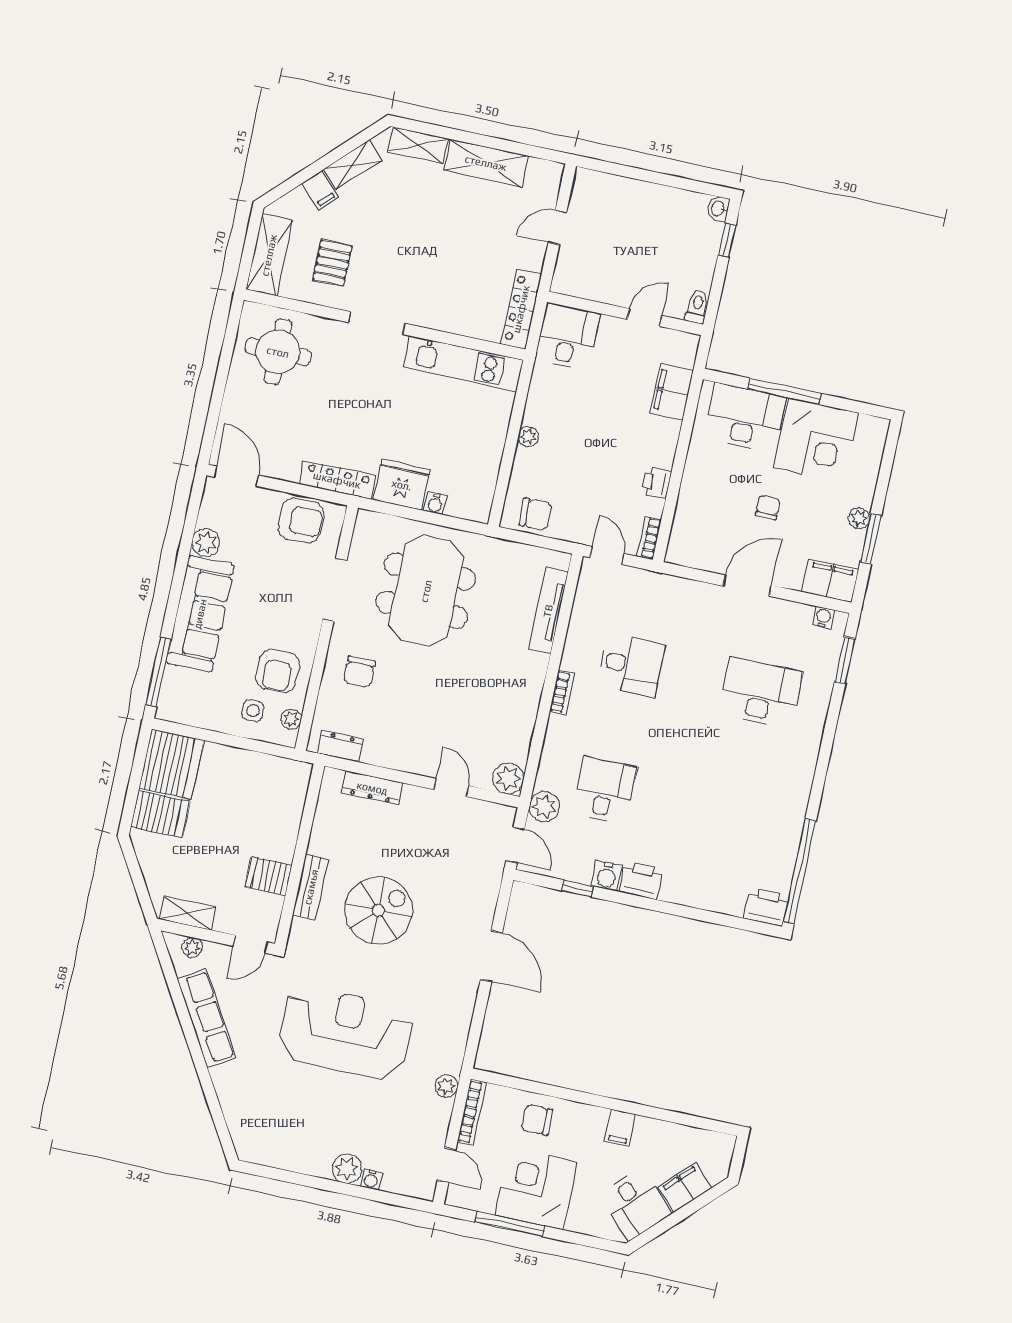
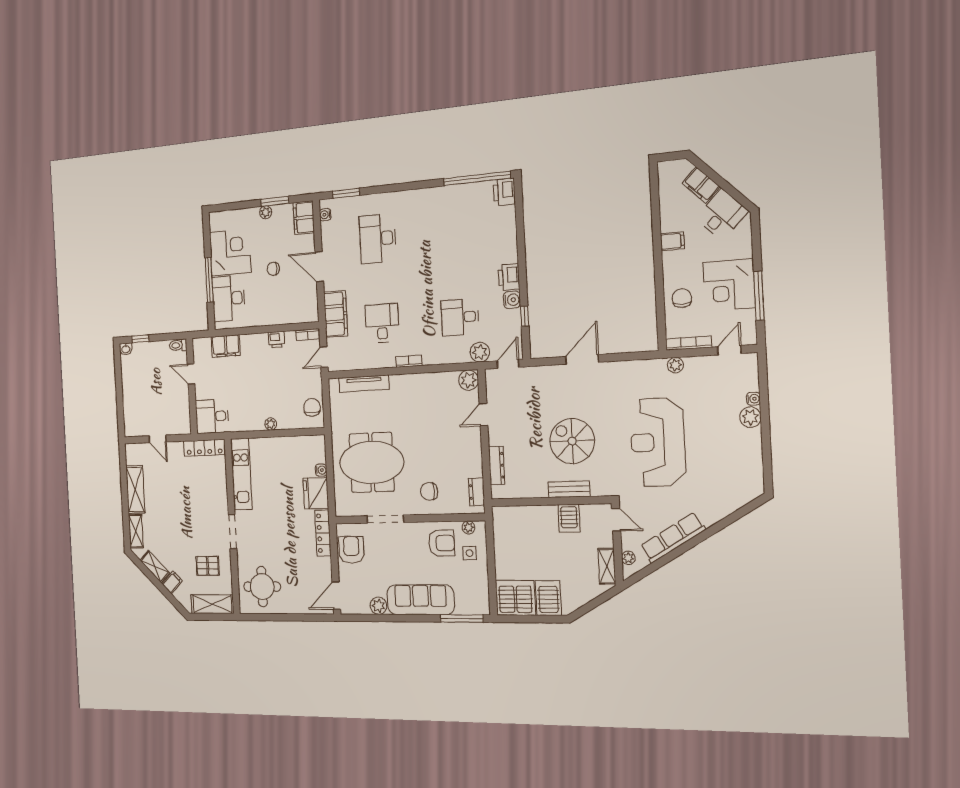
filing cabinet: (667, 593) -> (336, 314), added
chair: (359, 672) -> (429, 491), turned 180
chair: (537, 1120) -> (682, 298), turned 180

